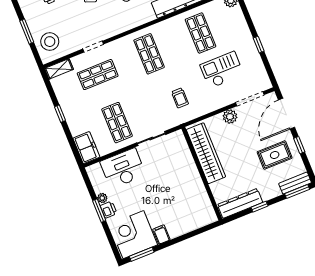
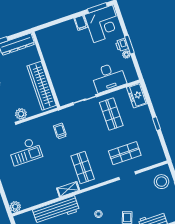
shop shelf: (201, 33) -> (41, 182), removed
shelving: (59, 69) -> (68, 189), moved

